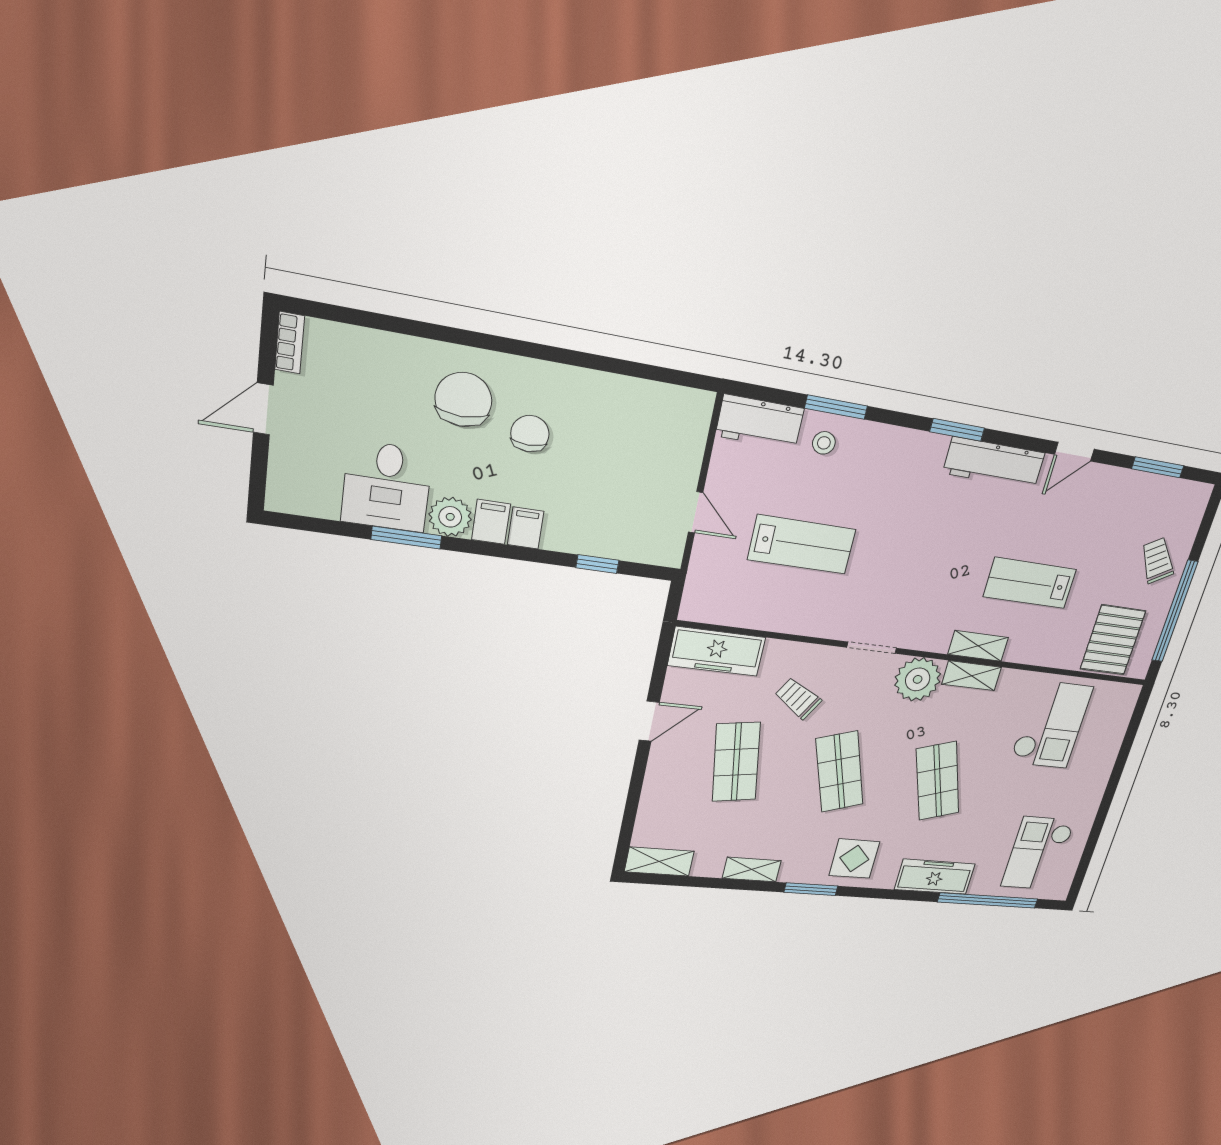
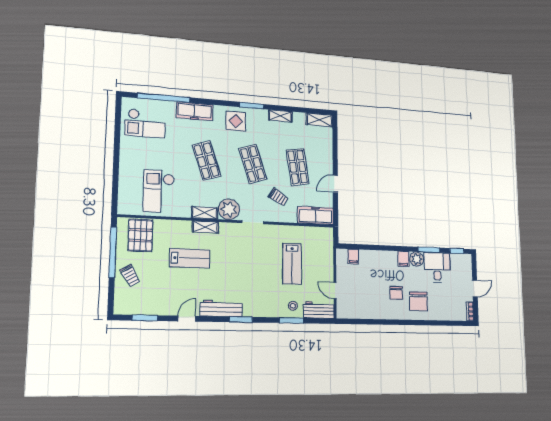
door: (696, 512) -> (335, 291), moved
filing cabinet: (526, 528) -> (353, 256), moved
lab bench: (802, 544) -> (292, 264), turned -90
window: (597, 564) -> (457, 251), moved
checkout: (1038, 853) -> (145, 123), turned 90

